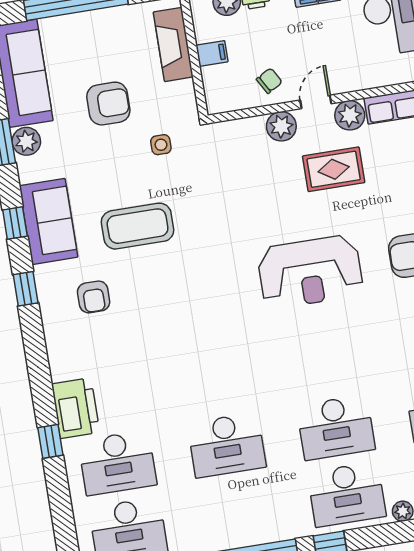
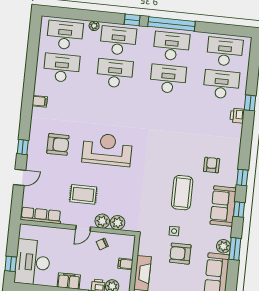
plant: (350, 115) -> (118, 223), moved
side table: (161, 145) -> (174, 231), moved
coffee table: (138, 226) -> (182, 193), turned 90
printer: (76, 408) -> (237, 116), width x0.53, depth x0.68
desk: (237, 512) -> (171, 46), added

